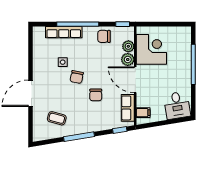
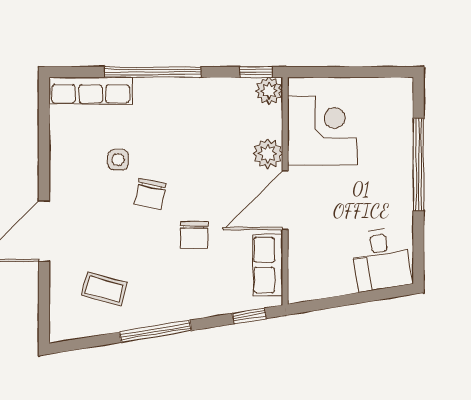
row of seats: (64, 32) -> (91, 91), moved
chair: (104, 36) -> (213, 100), removed
plant: (128, 46) -> (269, 91), moved
door: (135, 80) -> (285, 200), hinge flipped
filing cabinet: (143, 113) -> (303, 276), removed

